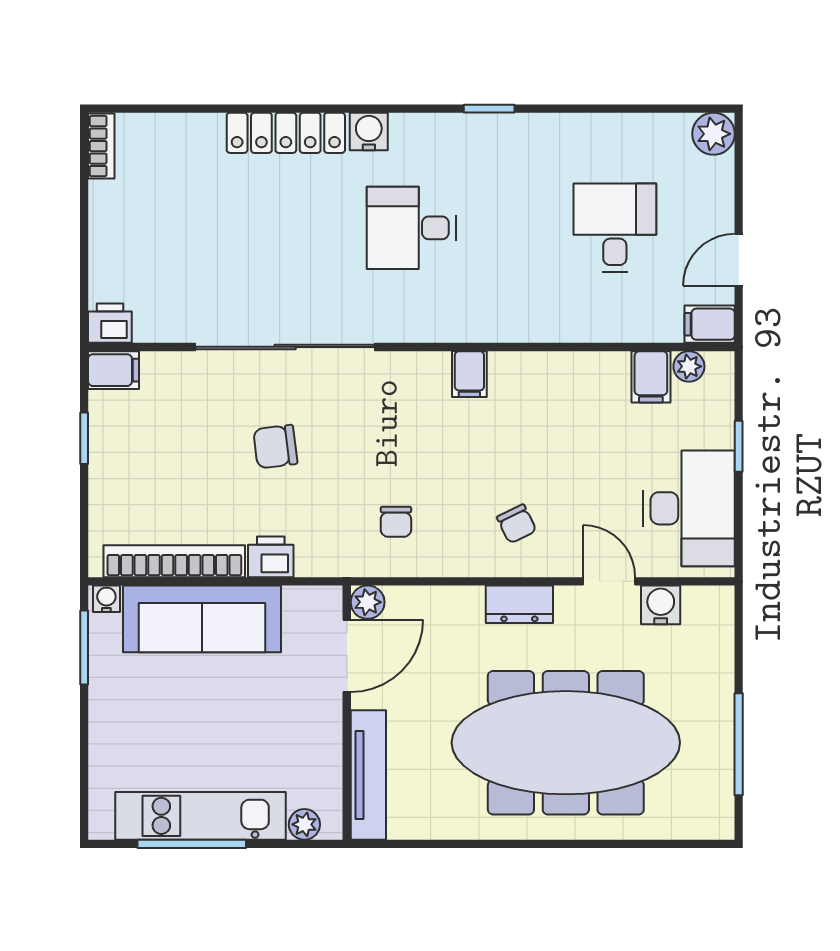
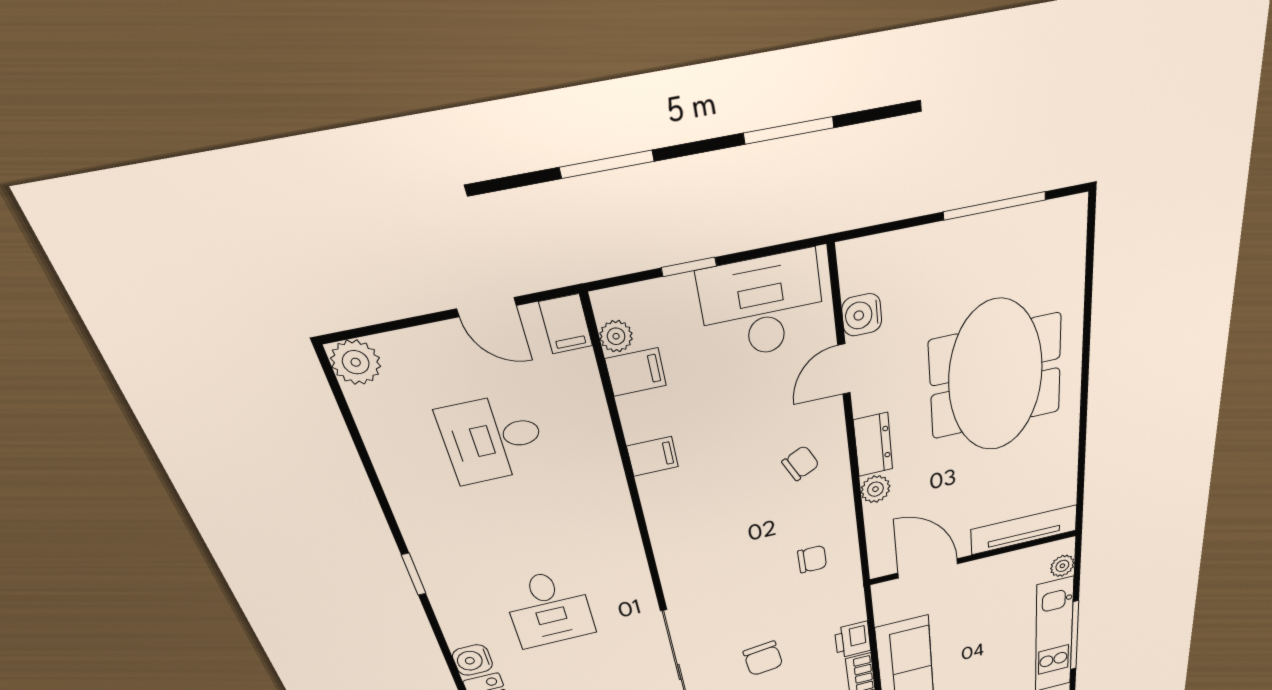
filing cabinet: (469, 374) -> (653, 456), moved
plant: (368, 602) -> (875, 489), moved
meeting table: (566, 743) -> (996, 377), width x0.73

